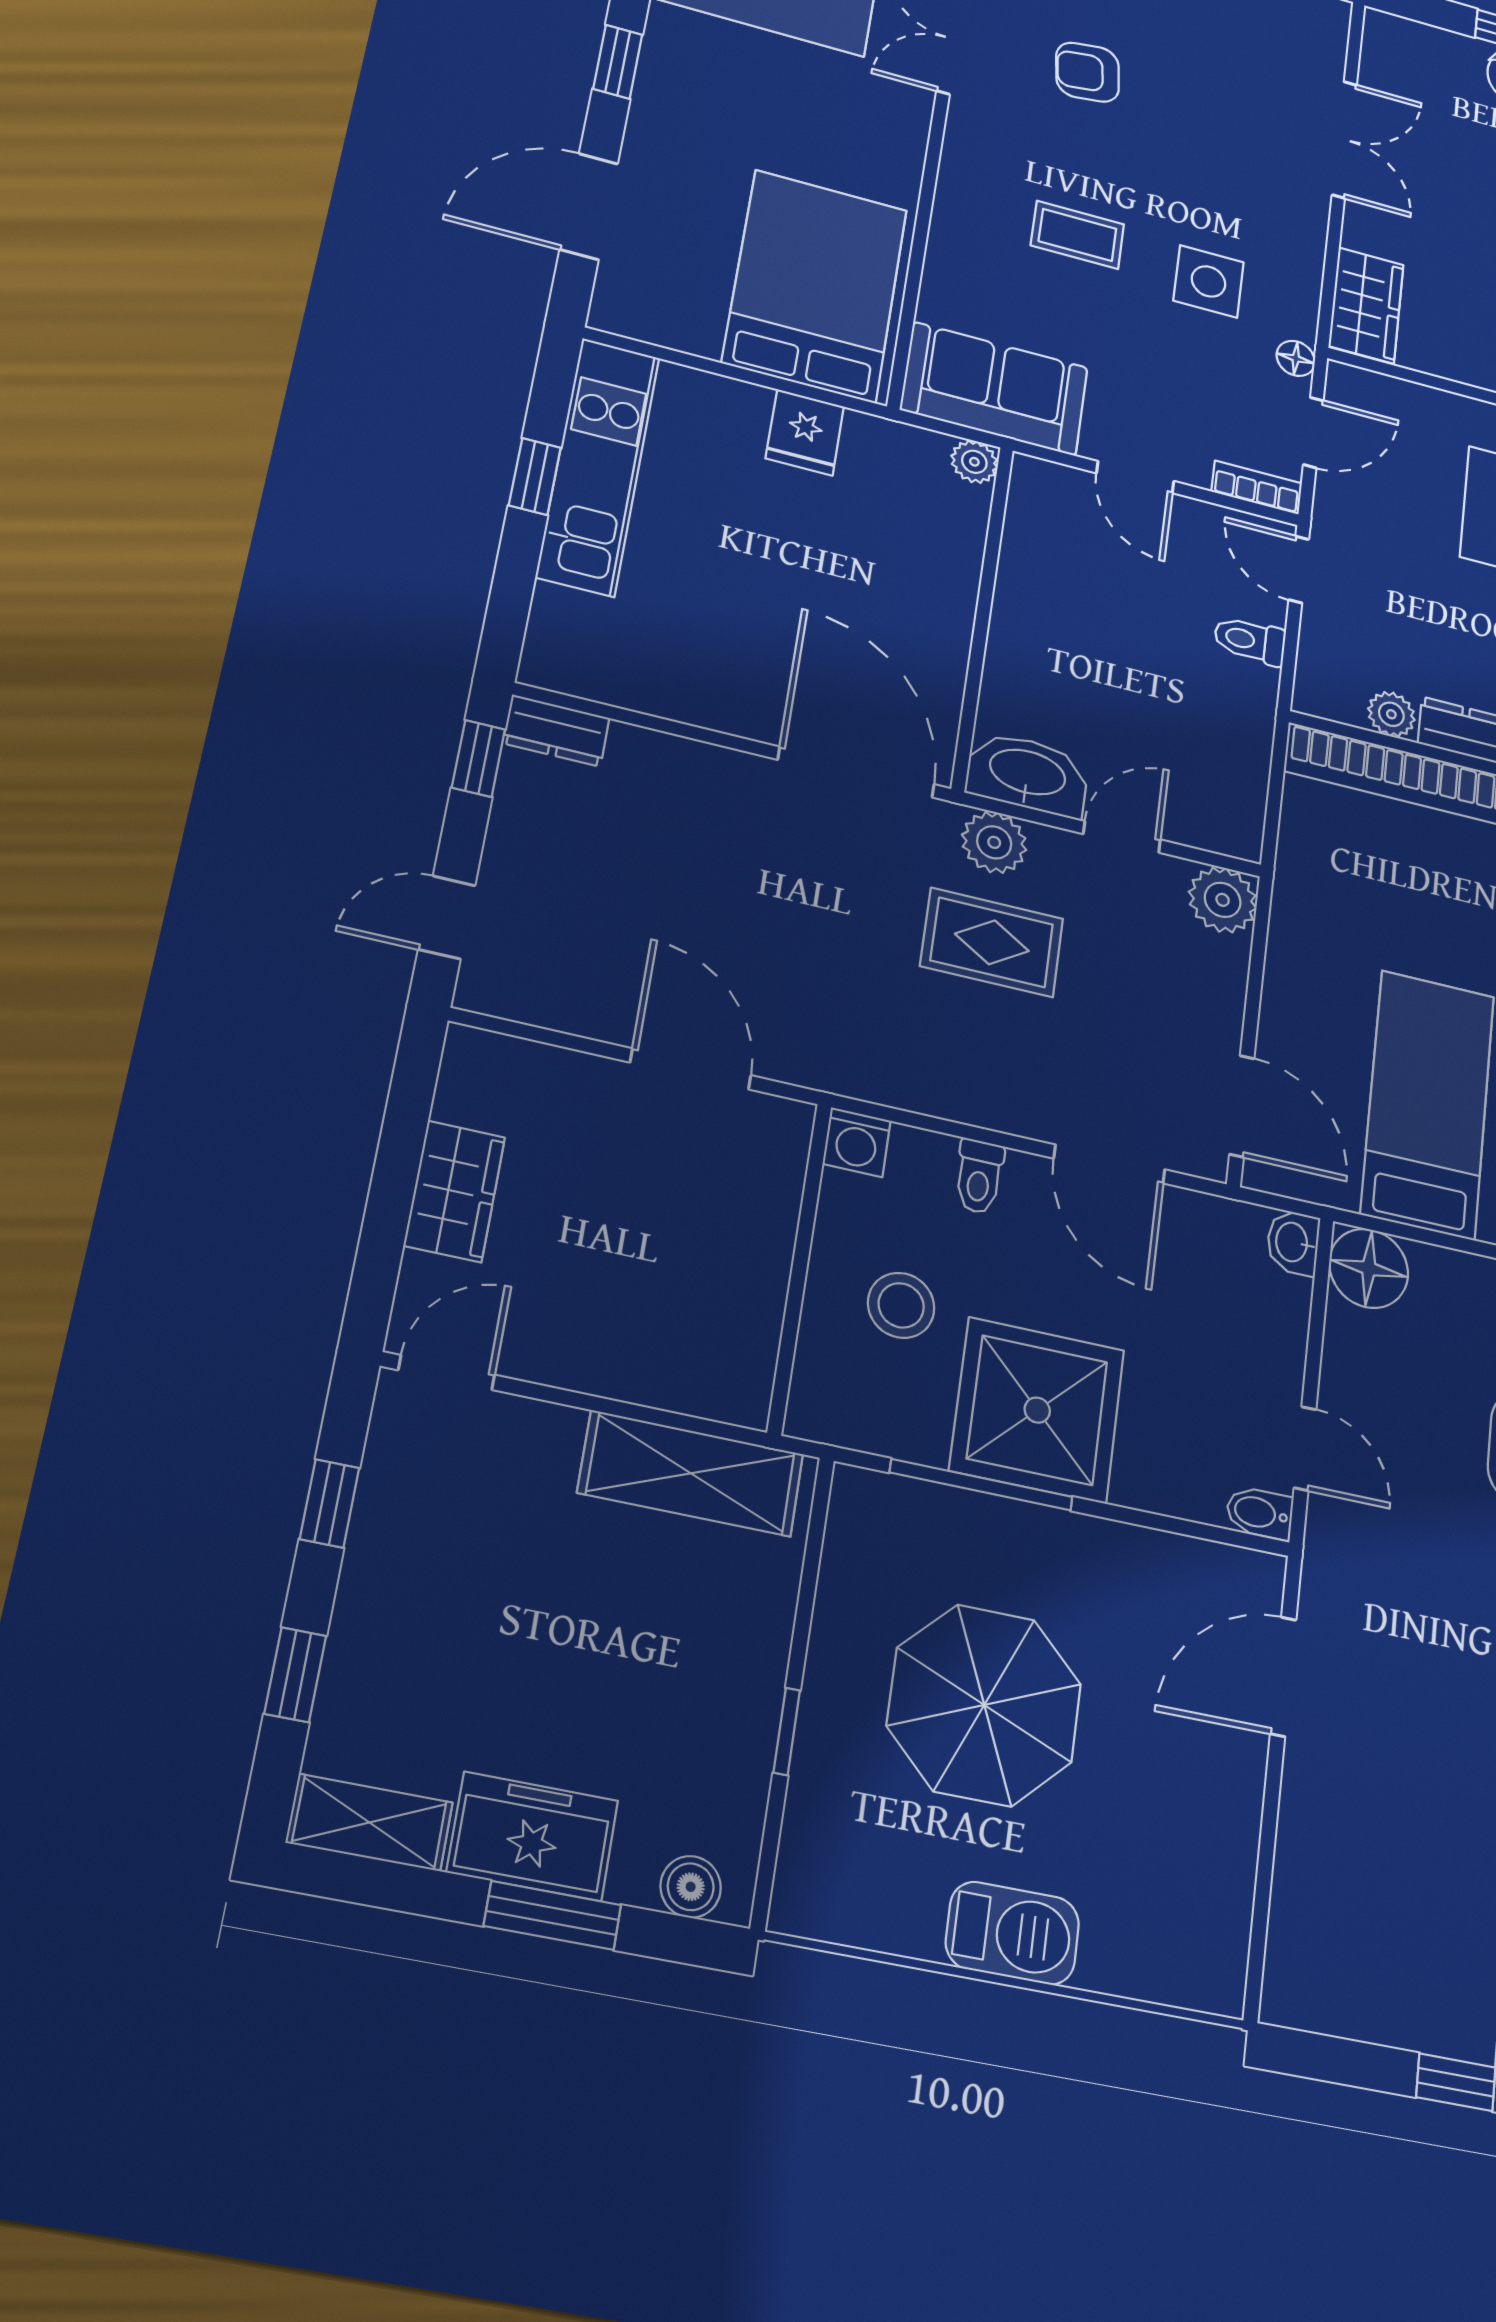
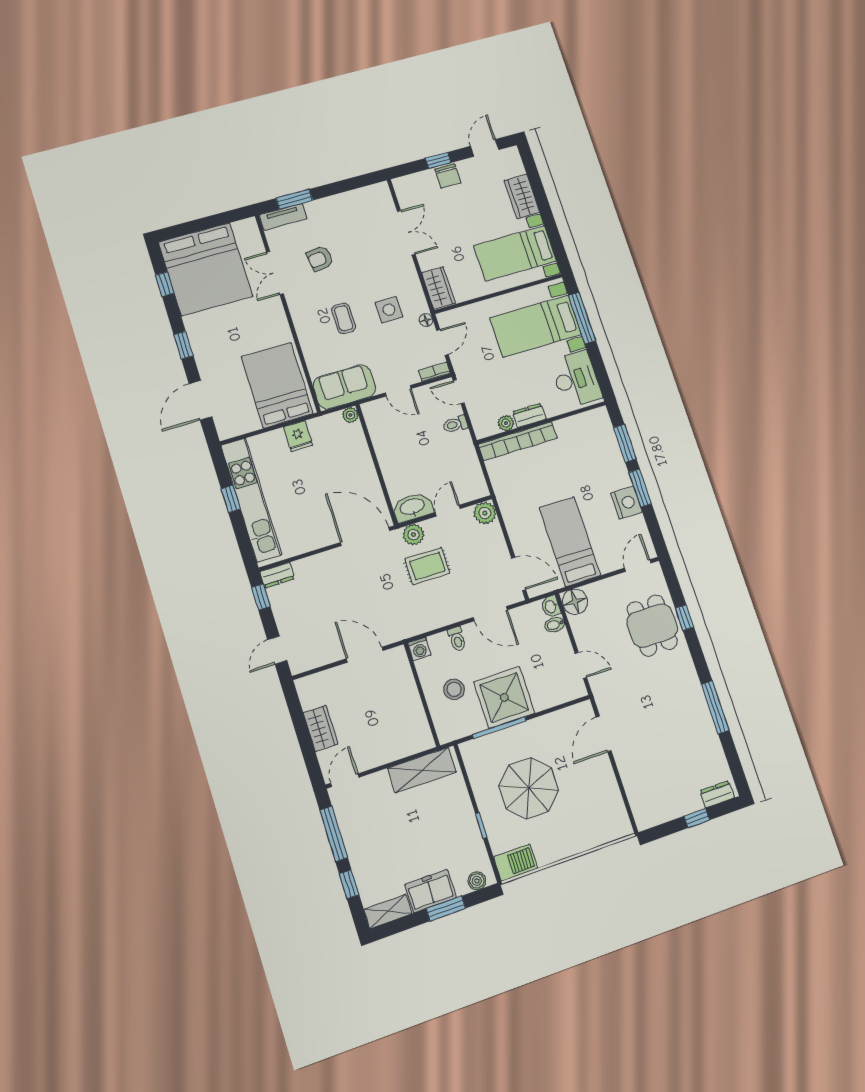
coffee table: (1077, 235) -> (344, 318), turned 90
kitchen unit: (598, 466) -> (251, 500), width x1.36
window: (330, 1503) -> (334, 834), width x2.17
bidet: (1259, 1513) -> (555, 625), moved
barbecue: (1012, 1933) -> (516, 863), moved

